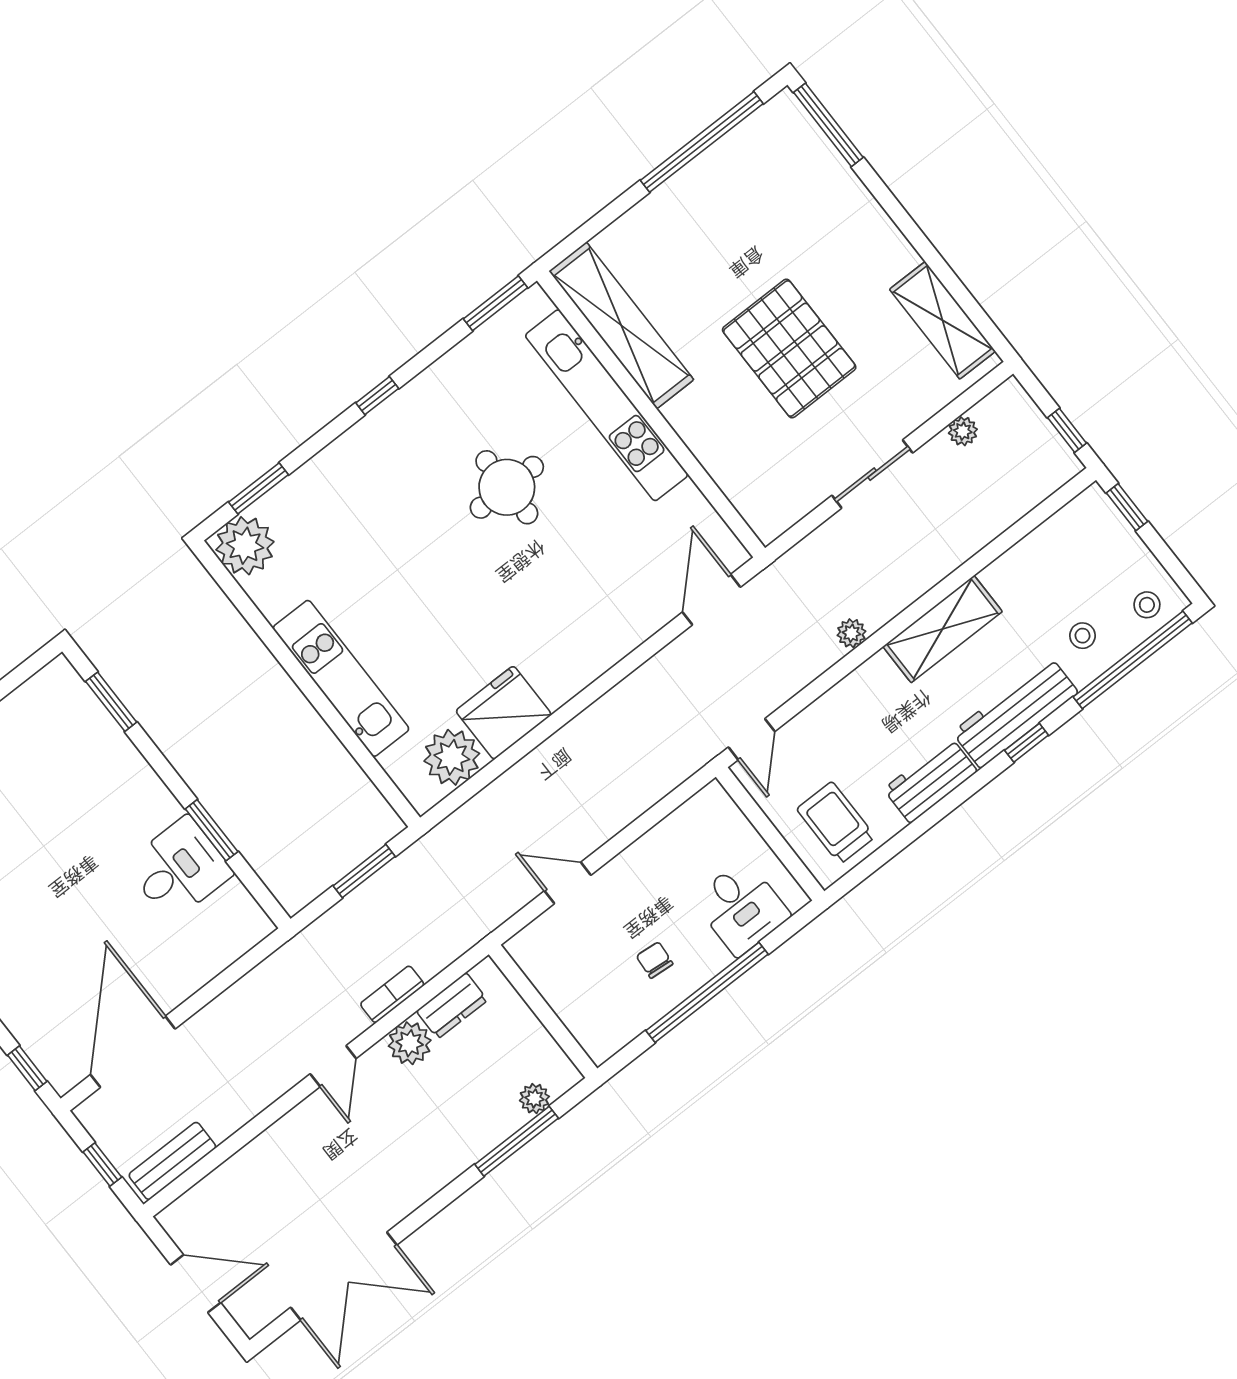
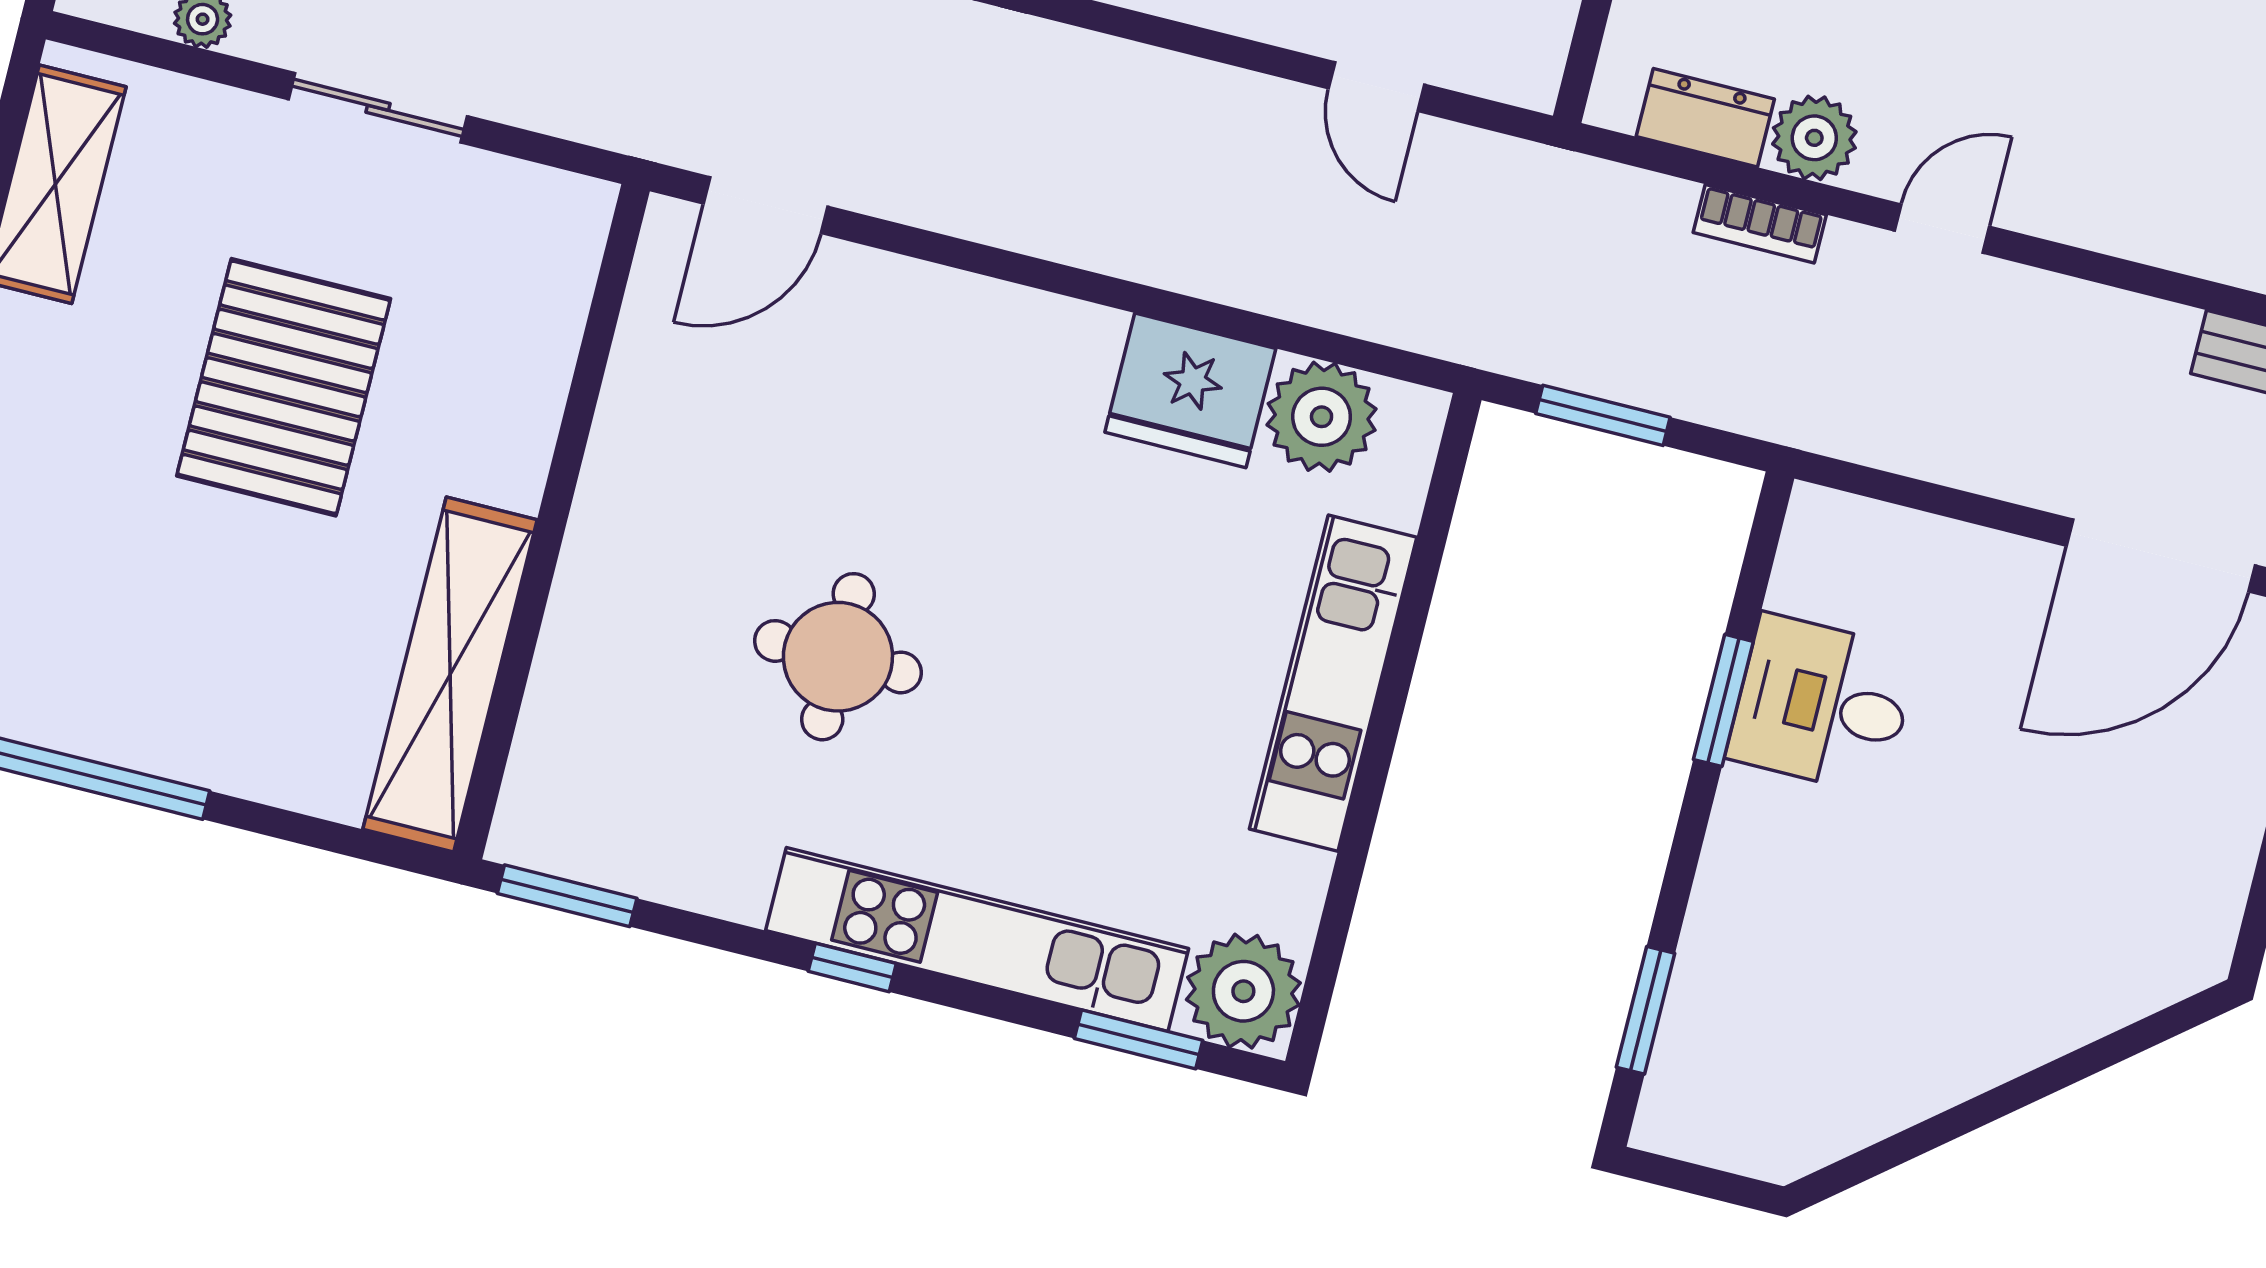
kitchen unit: (607, 405) -> (977, 940), moved, turned -90

